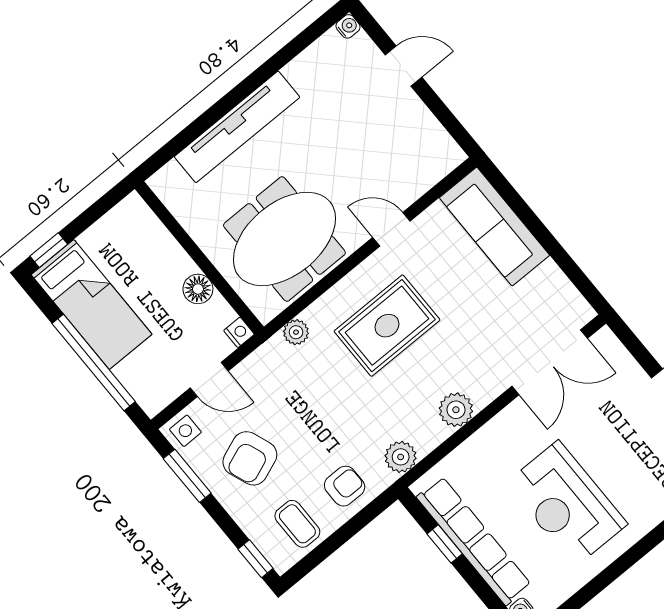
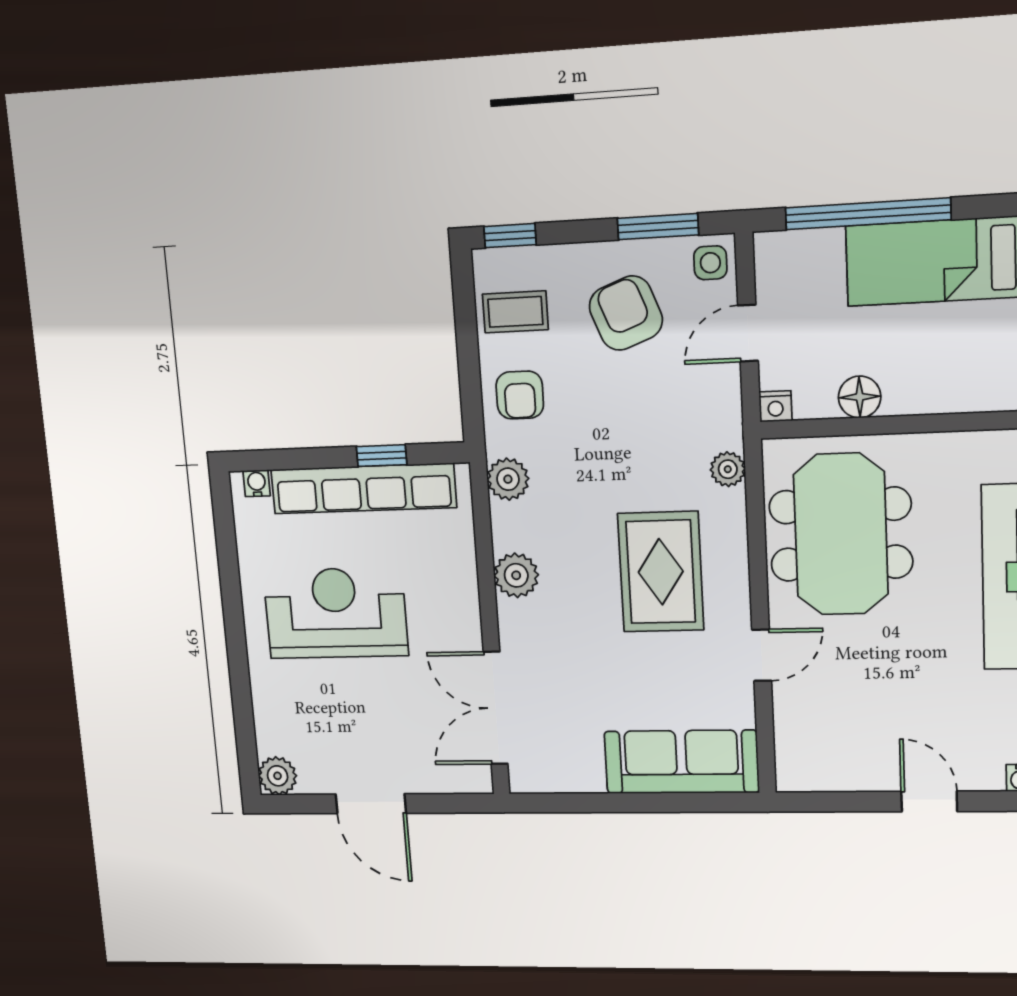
door: (403, 66) -> (929, 801), swing flipped

